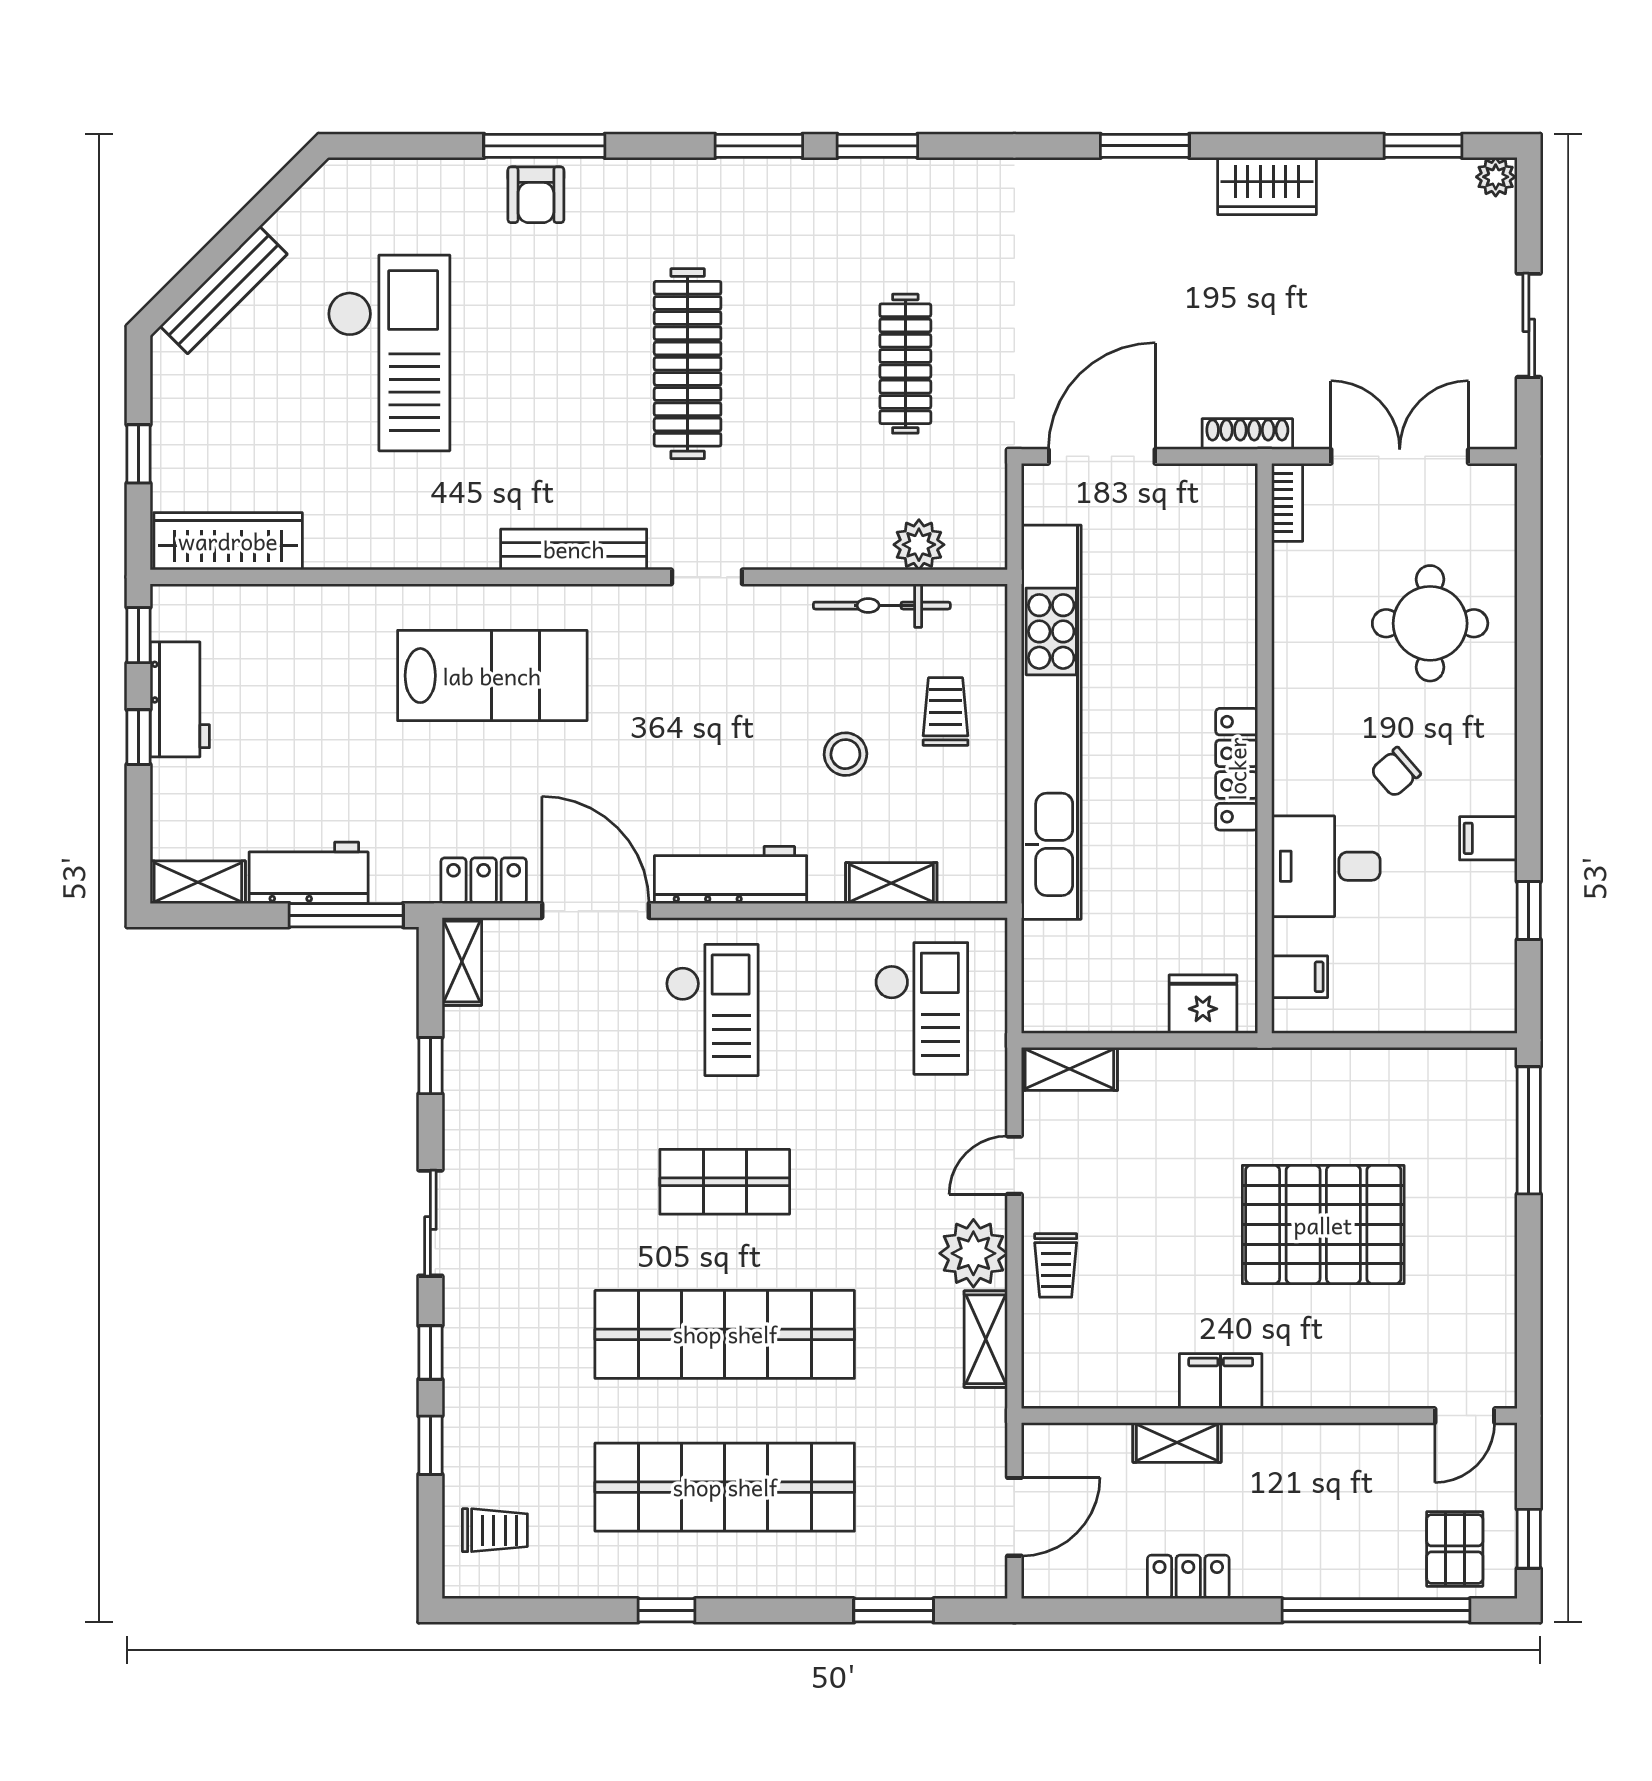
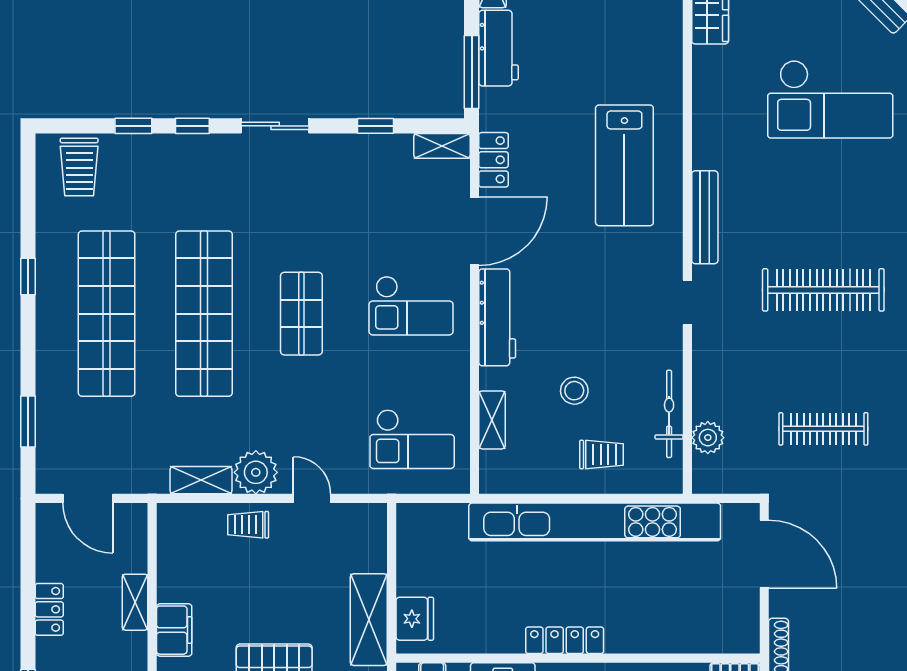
shelving: (1069, 1069) -> (369, 620), moved, width x1.50, depth x1.33
trolley: (495, 1530) -> (79, 167), width x1.36, depth x1.39

